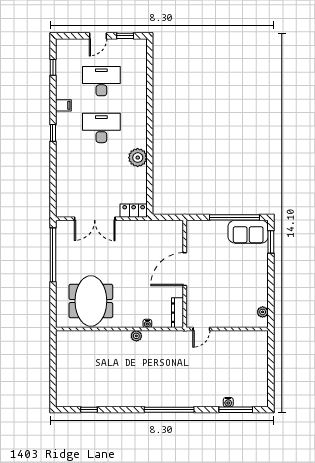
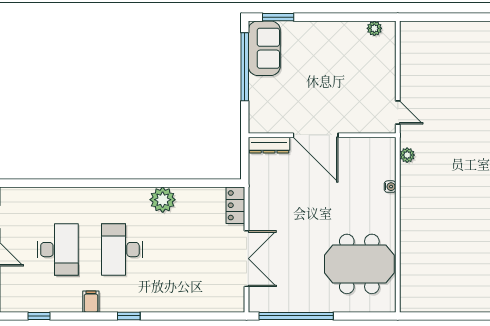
desk: (101, 81) -> (58, 250), turned 180
dresser: (178, 313) -> (269, 145), moved
plant: (136, 336) -> (407, 155), moved

